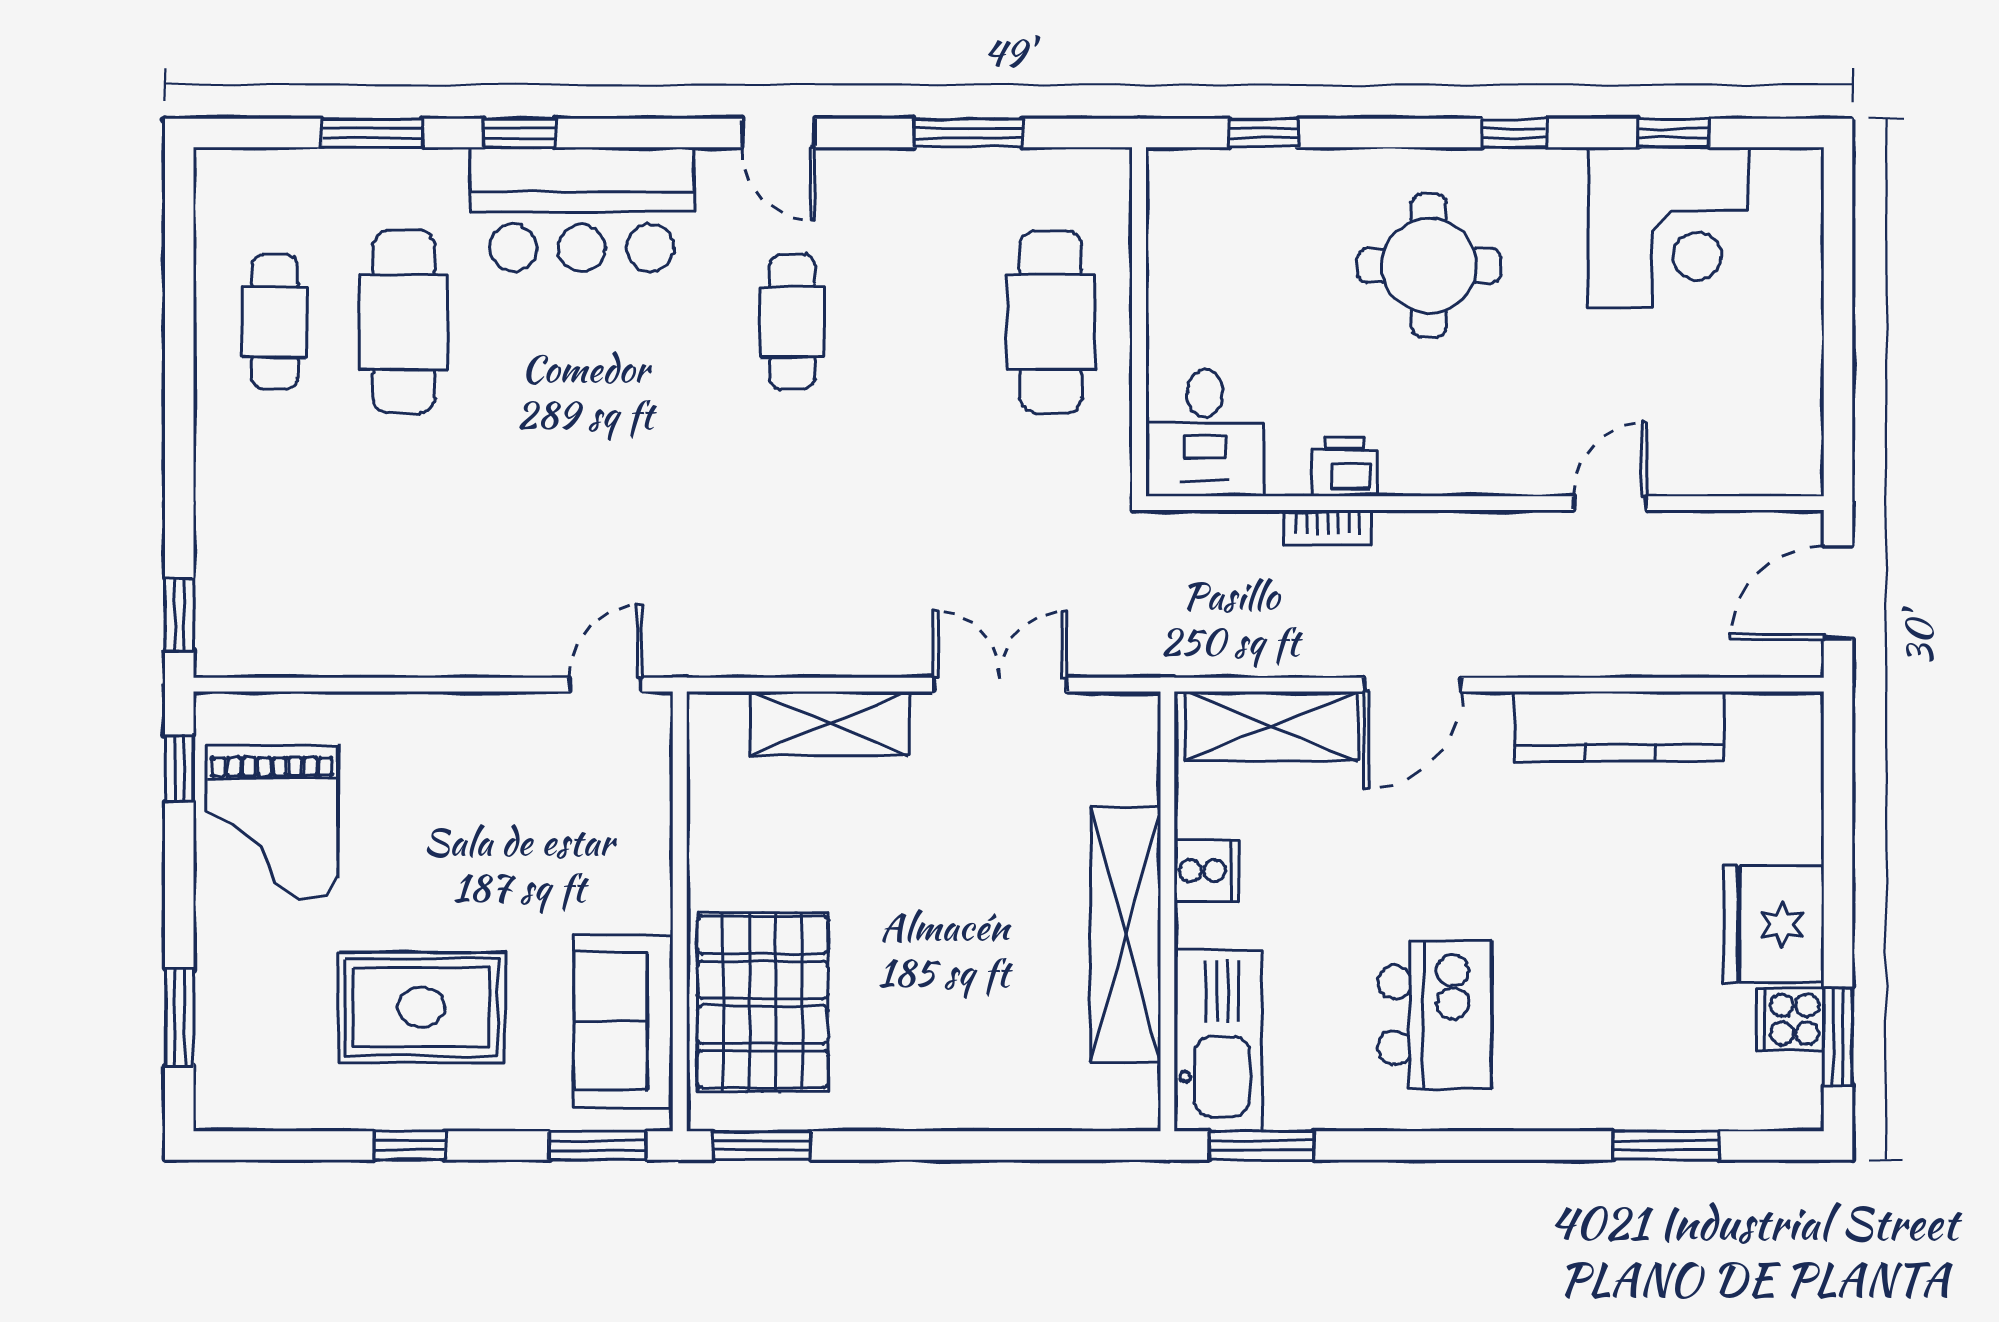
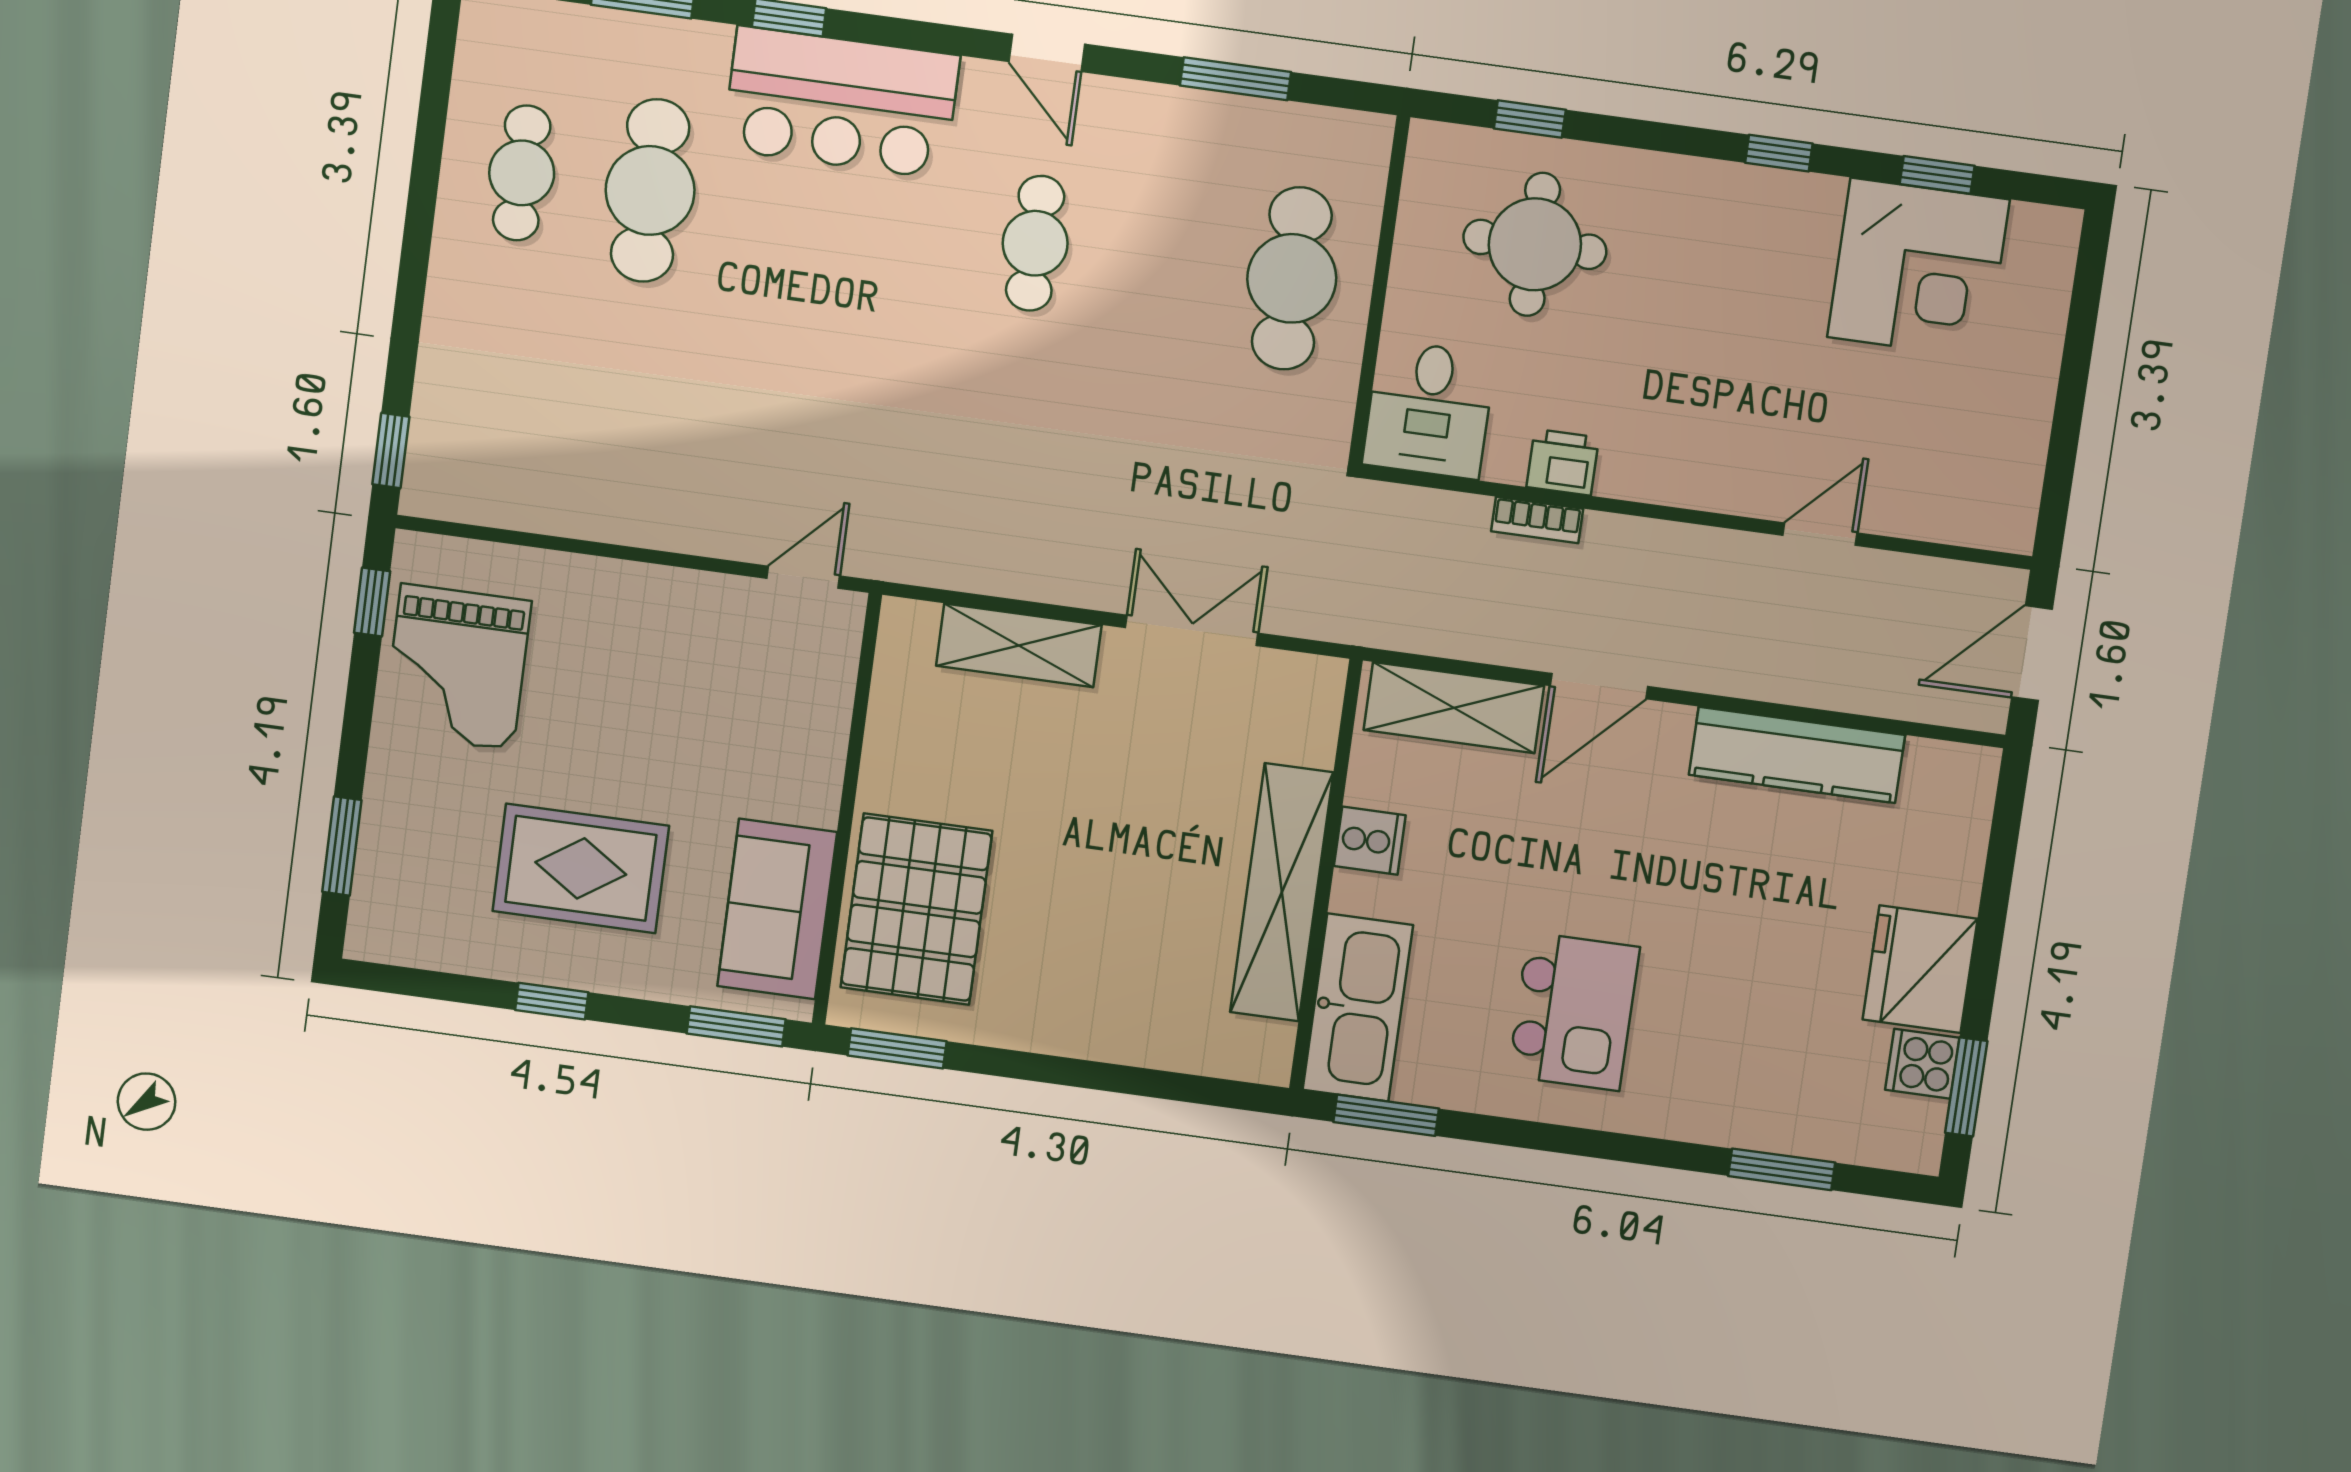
round table: (1429, 266) -> (1535, 244), moved

